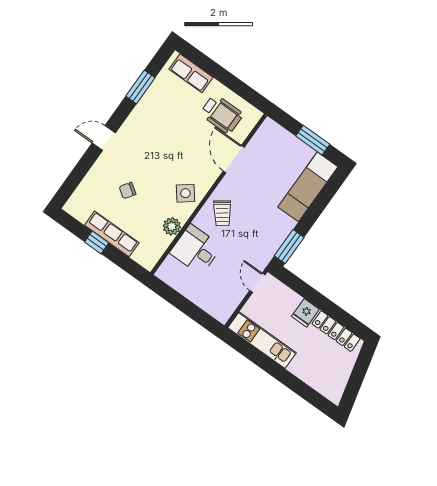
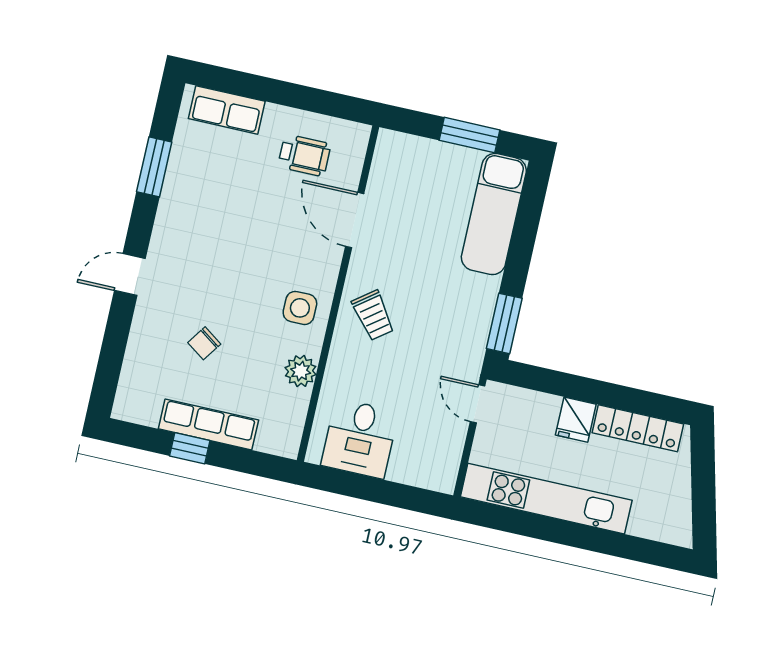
wheelchair: (222, 114) -> (304, 155), width x0.73, depth x0.73
side table: (185, 193) -> (300, 308), turned 38
desk: (196, 250) -> (360, 439), moved, turned -90
kitchen unit: (262, 340) -> (546, 499), width x1.36

